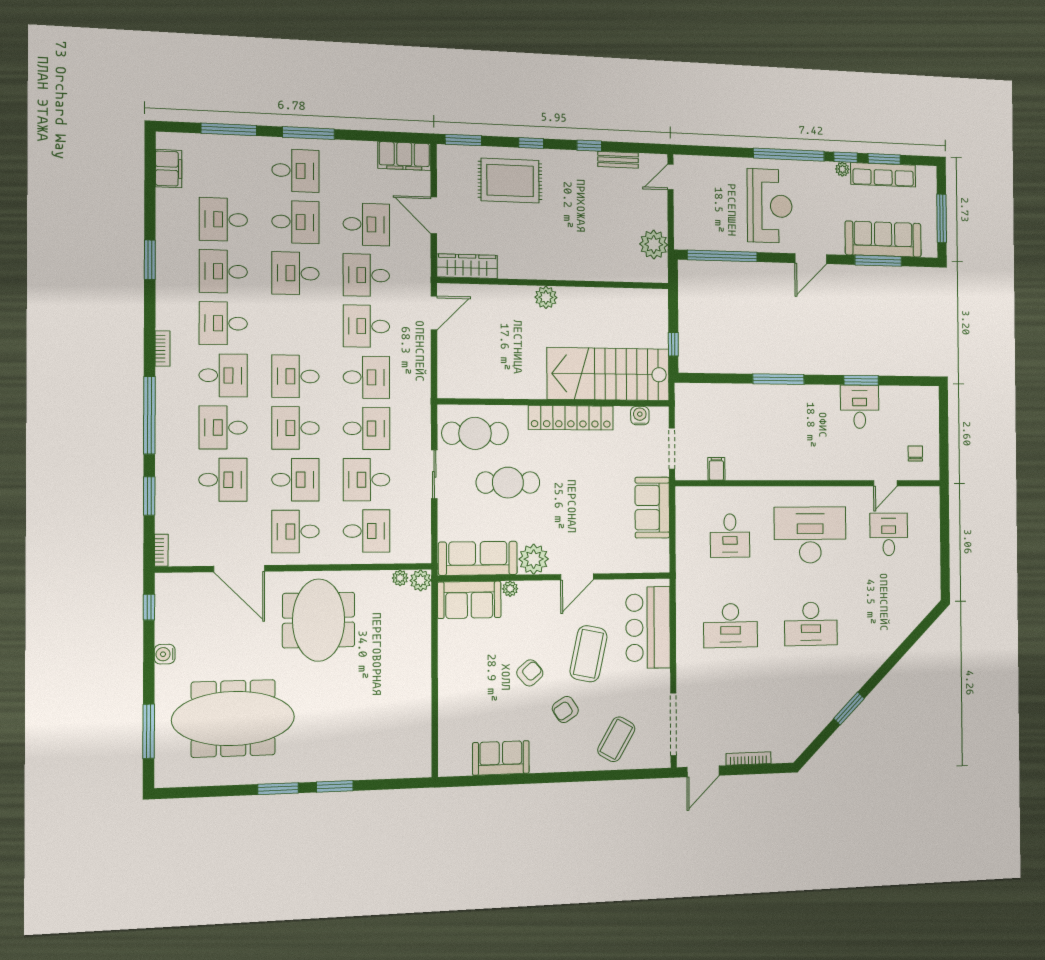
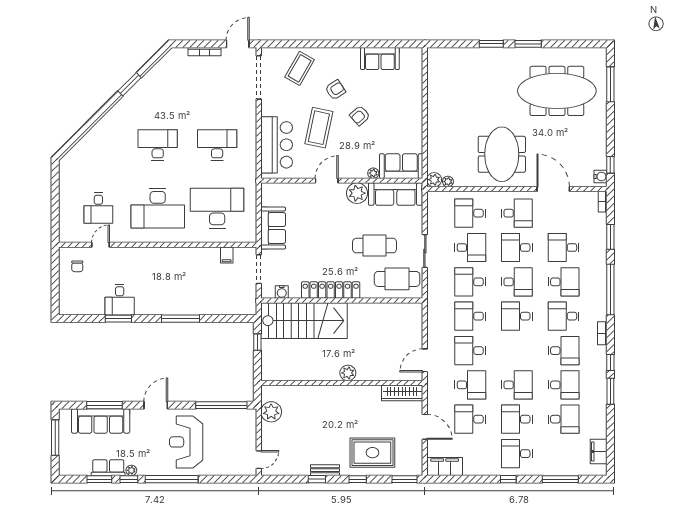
window: (309, 133) -> (508, 479), width x0.46
bench: (618, 160) -> (325, 470), moved
row of seats: (883, 175) -> (108, 468), width x0.68
window: (150, 304) -> (610, 363), added
desk: (366, 326) -> (470, 351), turned 180
desk: (295, 376) -> (517, 316), turned 180
desk: (730, 536) -> (217, 208), width x1.87, depth x1.30
water cooler: (165, 654) -> (600, 177), moved

